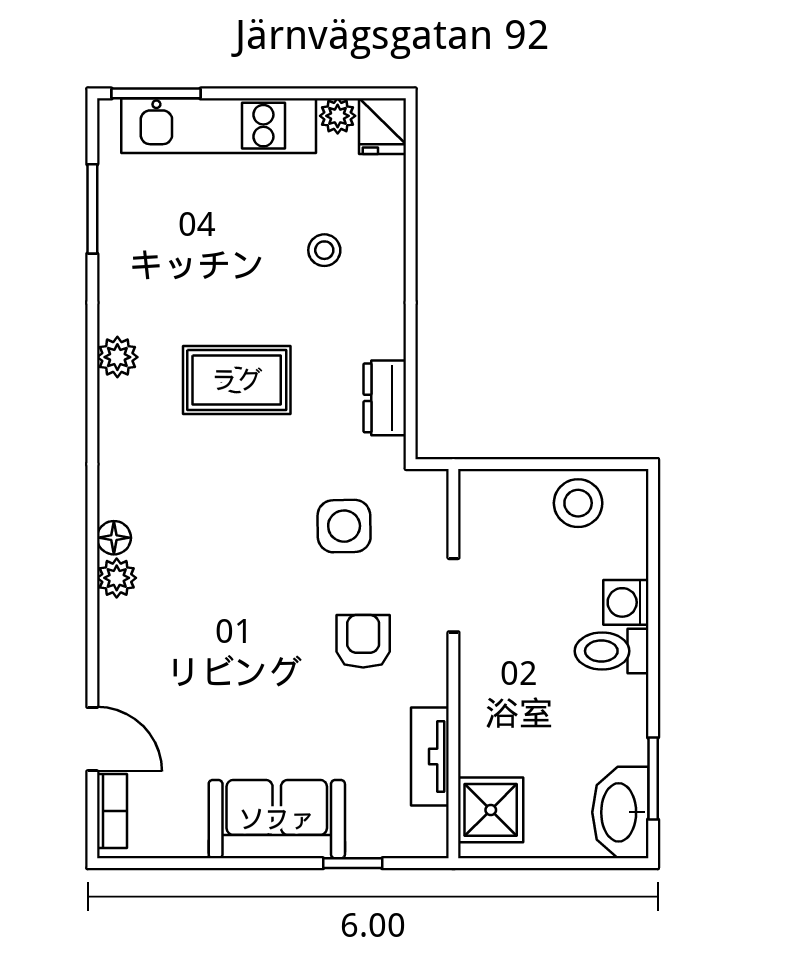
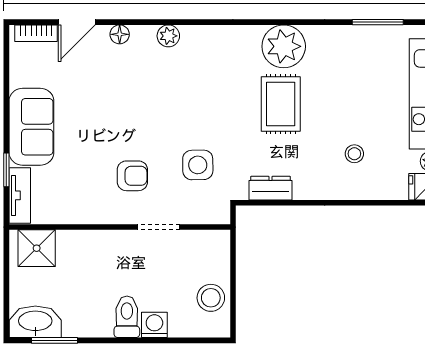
plant: (117, 357) -> (284, 46), width x1.88, depth x1.88
floor lamp: (114, 538) -> (120, 34), moved
tv unit: (430, 757) -> (20, 195), moved, turned 90

